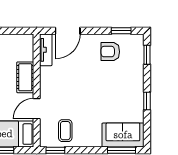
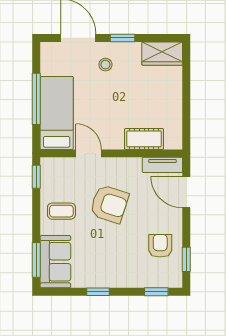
cot: (25, 77) -> (144, 139), moved
armchair: (77, 92) -> (109, 204), added
coffee table: (65, 131) -> (61, 211), moved

